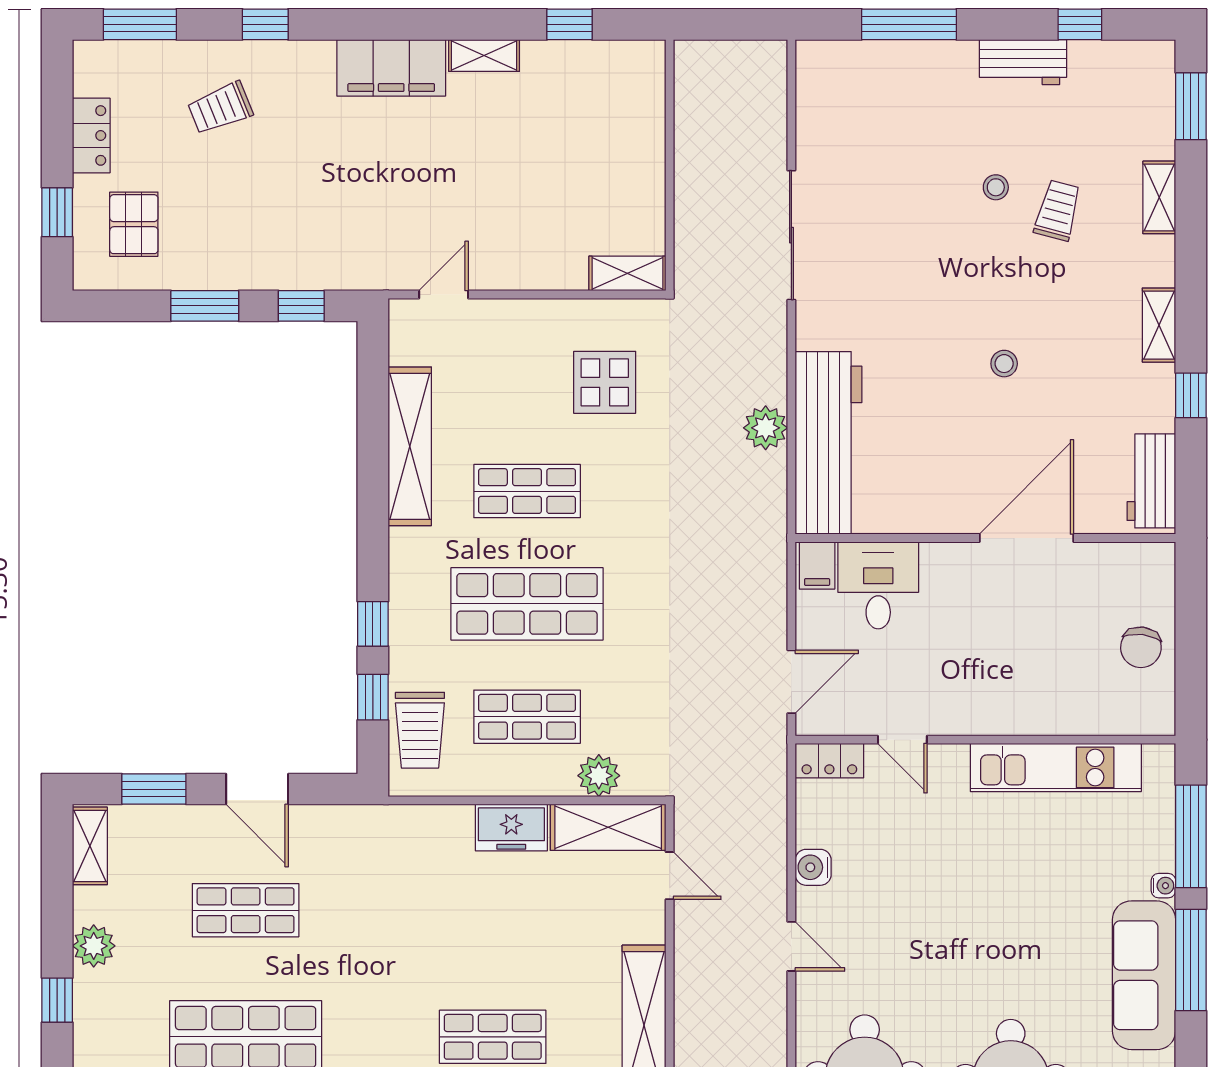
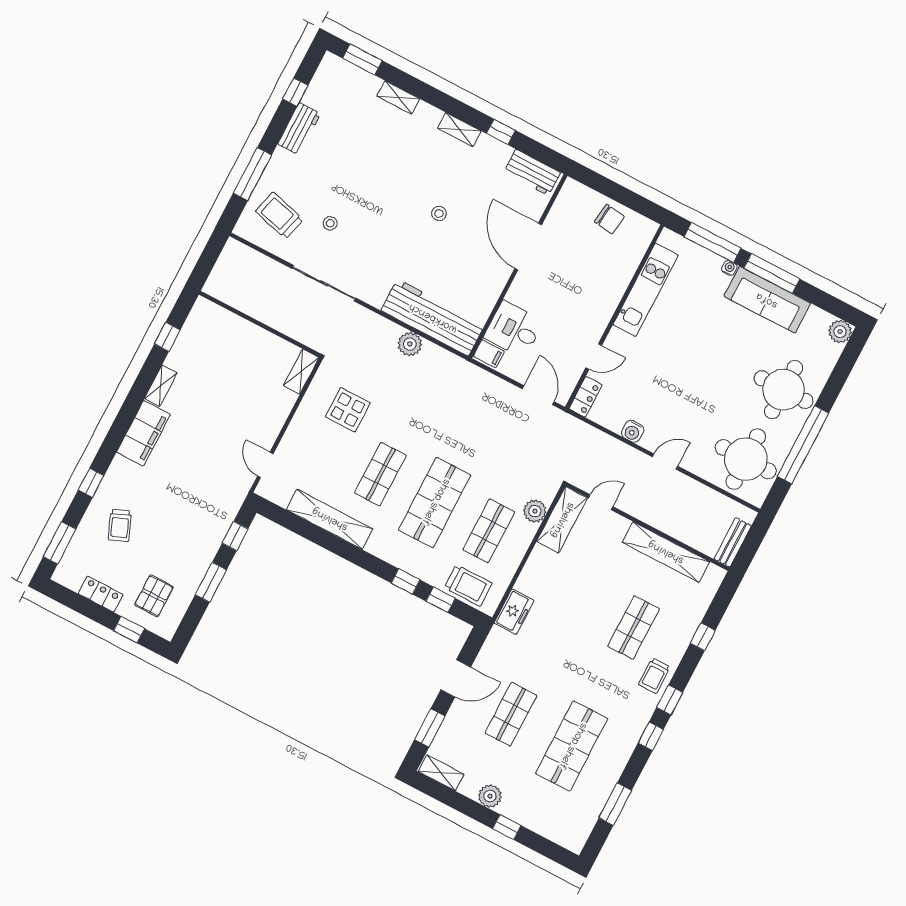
stool: (996, 187) -> (330, 223), moved
trolley: (1058, 210) -> (279, 215), moved, width x1.36, depth x1.39
pallet: (134, 224) -> (154, 596), turned 90
freezer: (511, 828) -> (514, 612), moved

